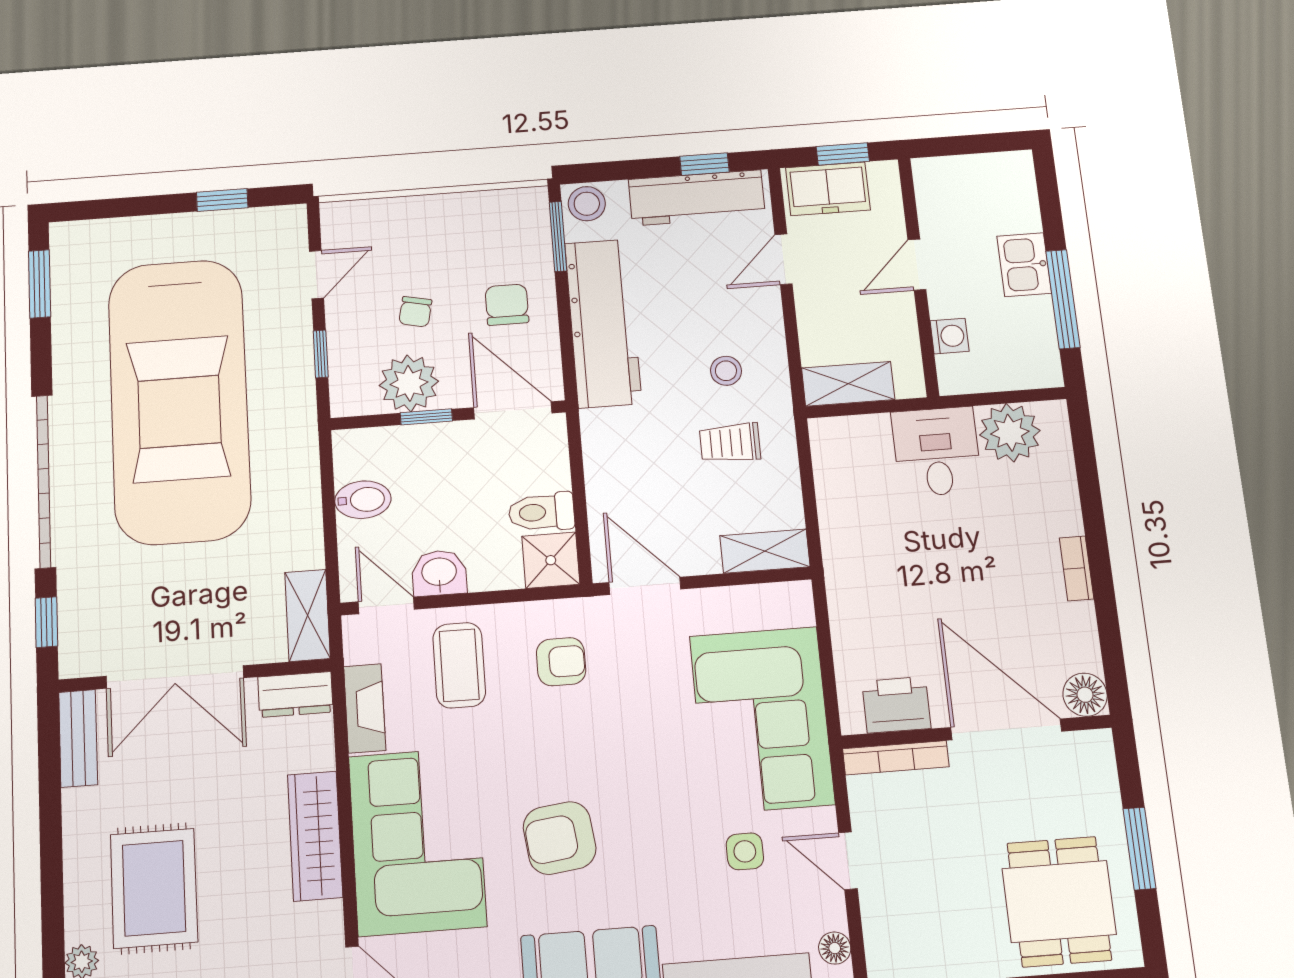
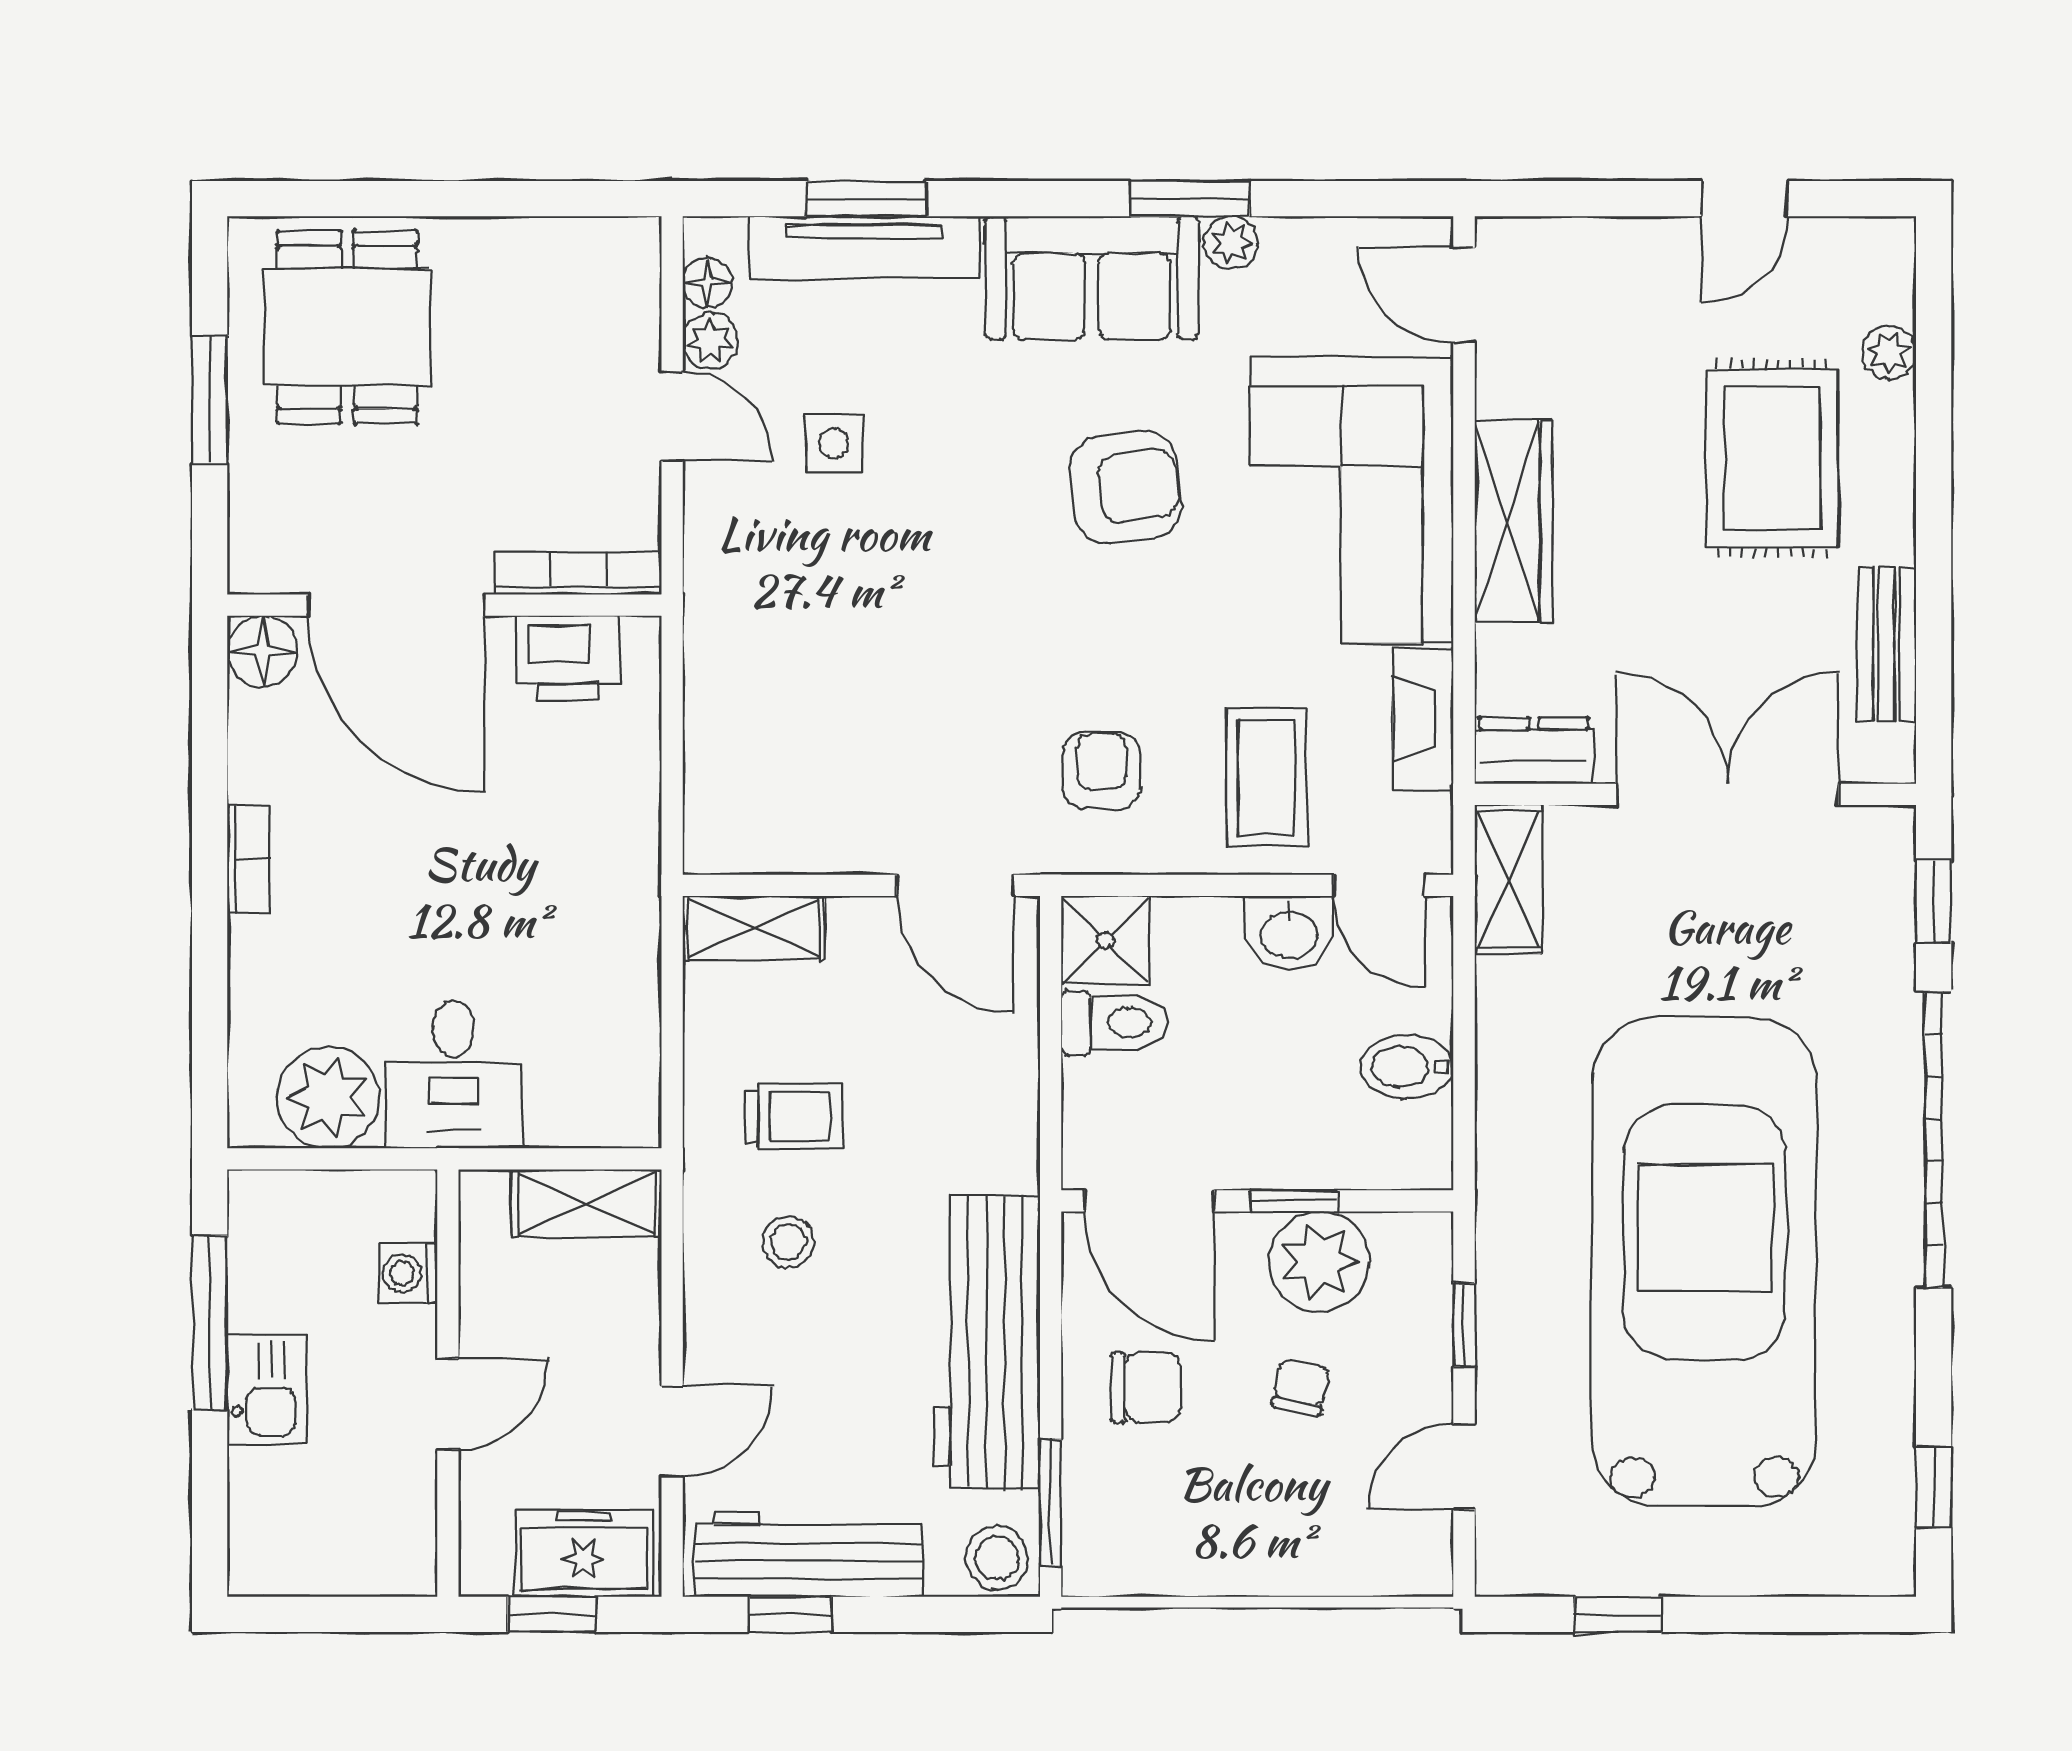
window: (39, 284) -> (1934, 1487), width x0.67
chair: (507, 305) -> (1146, 1387), turned -90
armchair: (561, 662) -> (1101, 771), turned 90
corner sofa: (762, 720) -> (786, 651), removed
bench: (78, 738) -> (1886, 644), moved
plant: (829, 911) -> (710, 341), added

